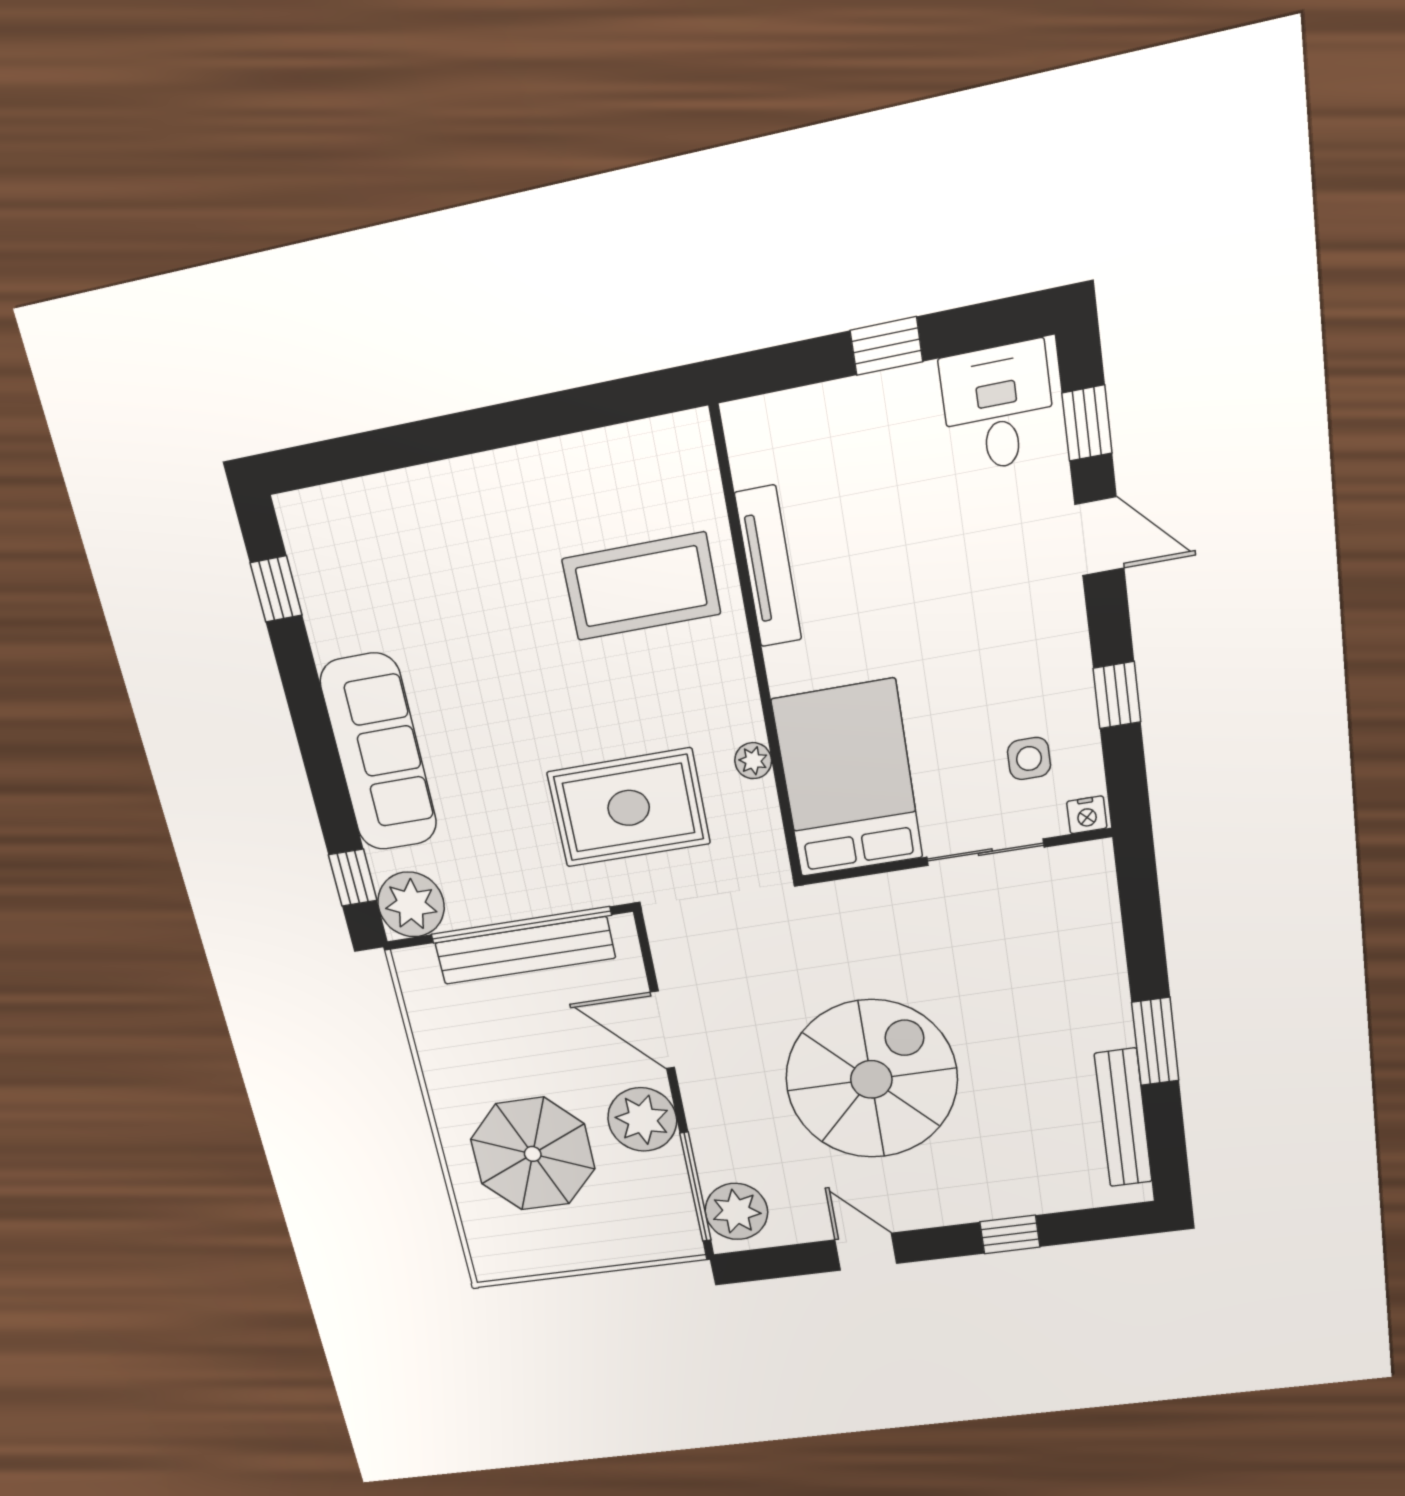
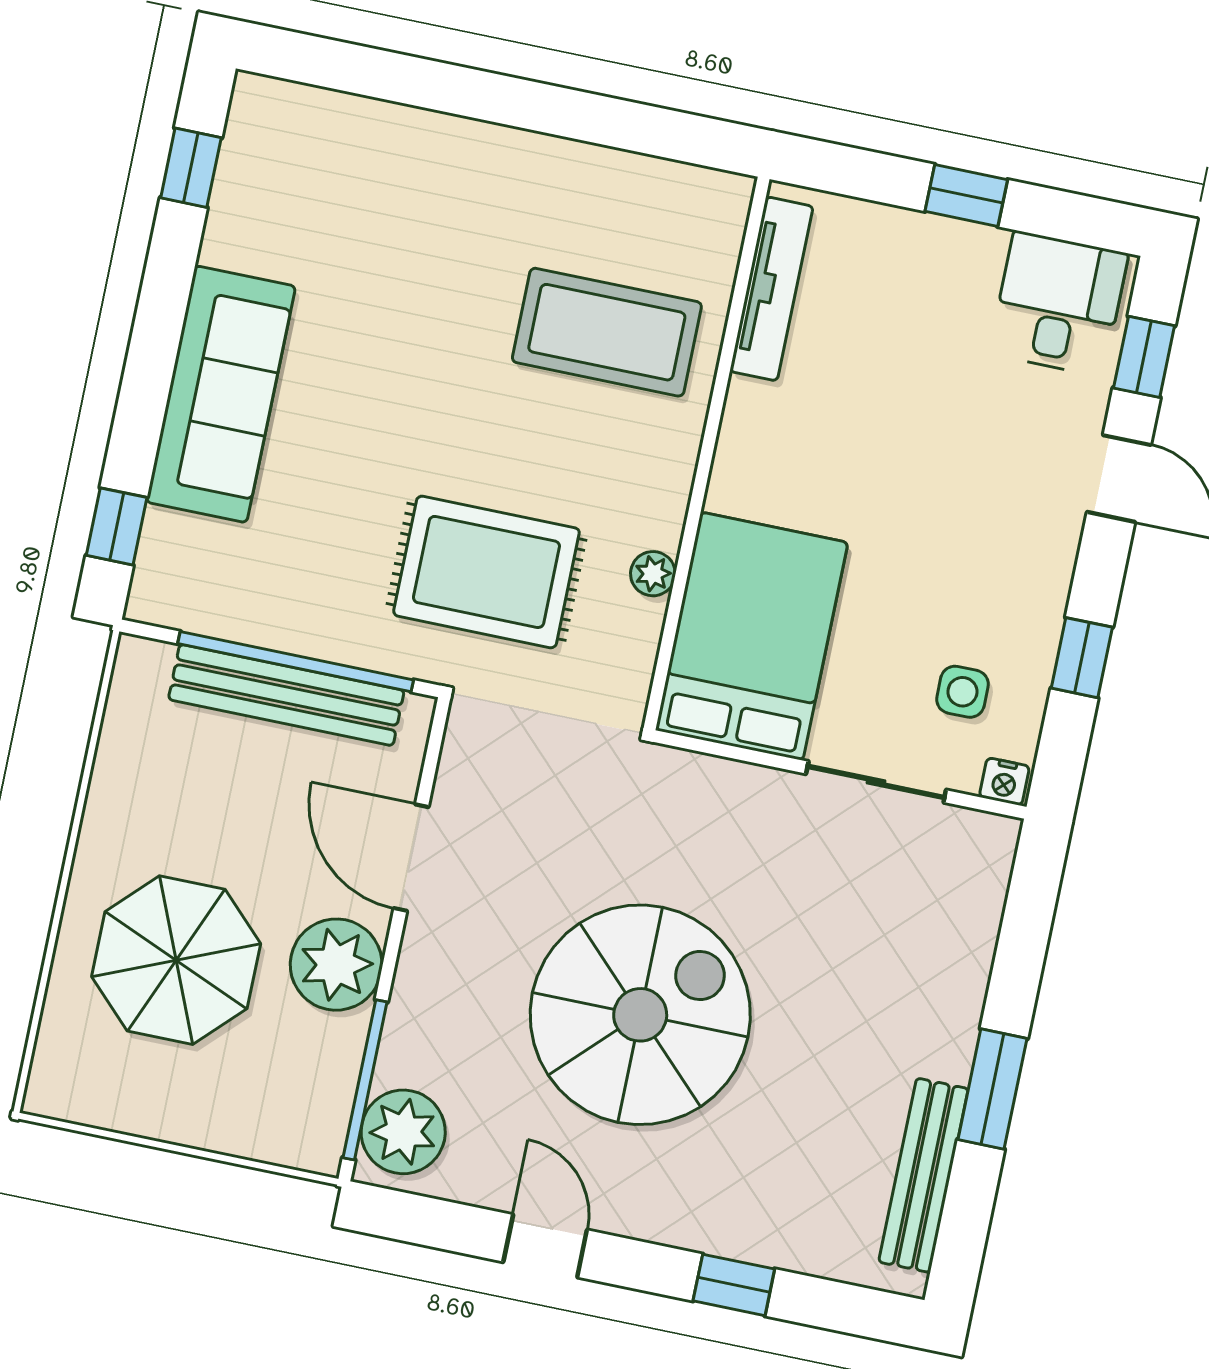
tv unit: (768, 567) -> (771, 289), moved
plant: (411, 904) -> (173, 586), removed

